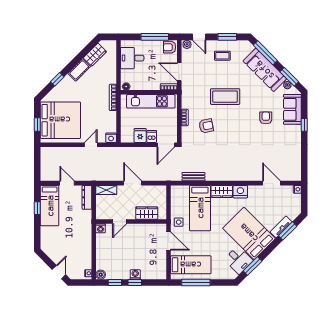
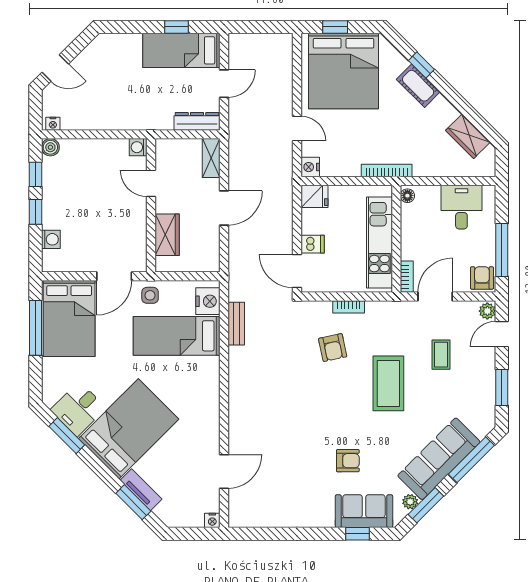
coffee table: (222, 56) -> (441, 355), moved
cot: (79, 70) -> (418, 86), moved
window: (304, 125) -> (357, 534), moved
fridge: (140, 135) -> (314, 196), moved
wardrobe: (222, 191) -> (208, 377), removed
nightstand: (240, 192) -> (208, 301), moved
bed: (191, 265) -> (69, 318), width x1.50
washing machine: (135, 274) -> (51, 239), moved

